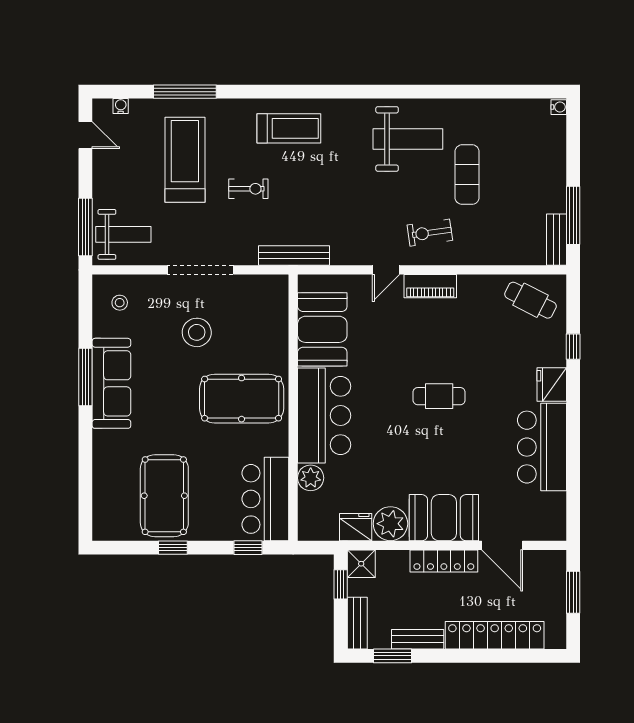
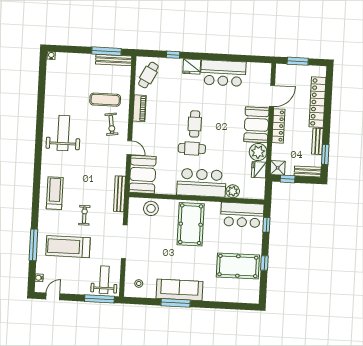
exercise mat: (467, 175) -> (105, 100), moved
bench: (556, 240) -> (114, 60), width x1.36
piano: (430, 286) -> (139, 108), moved
booth: (322, 329) -> (143, 174), moved, turned 90
stool: (197, 332) -> (151, 208), moved
cafe table: (390, 393) -> (192, 149), added

